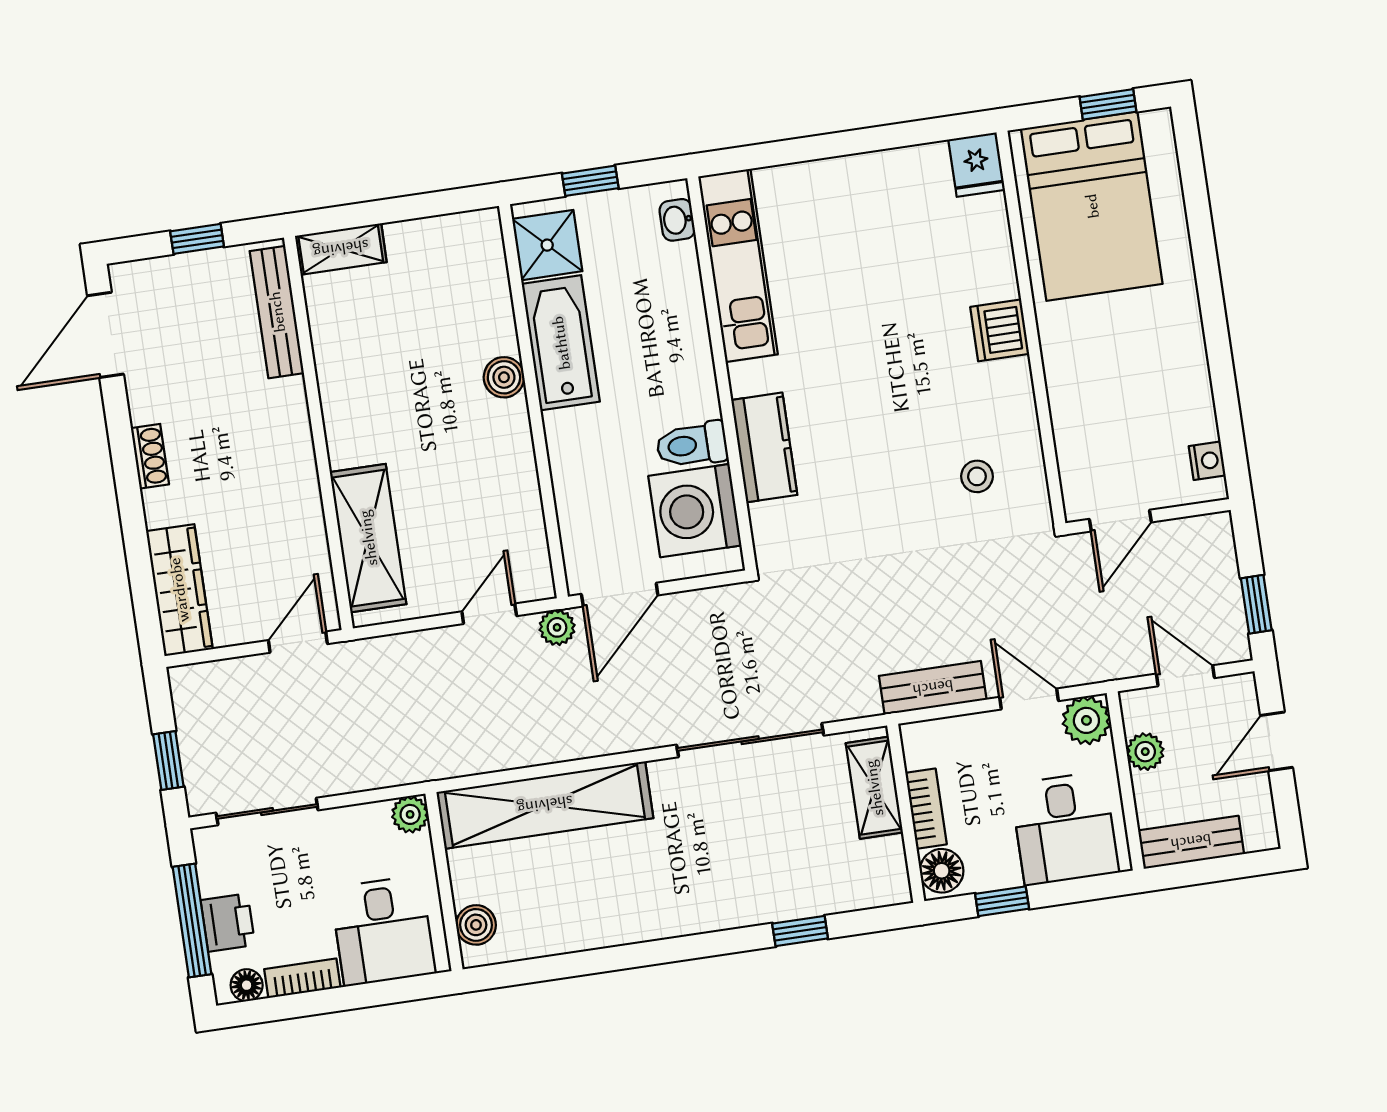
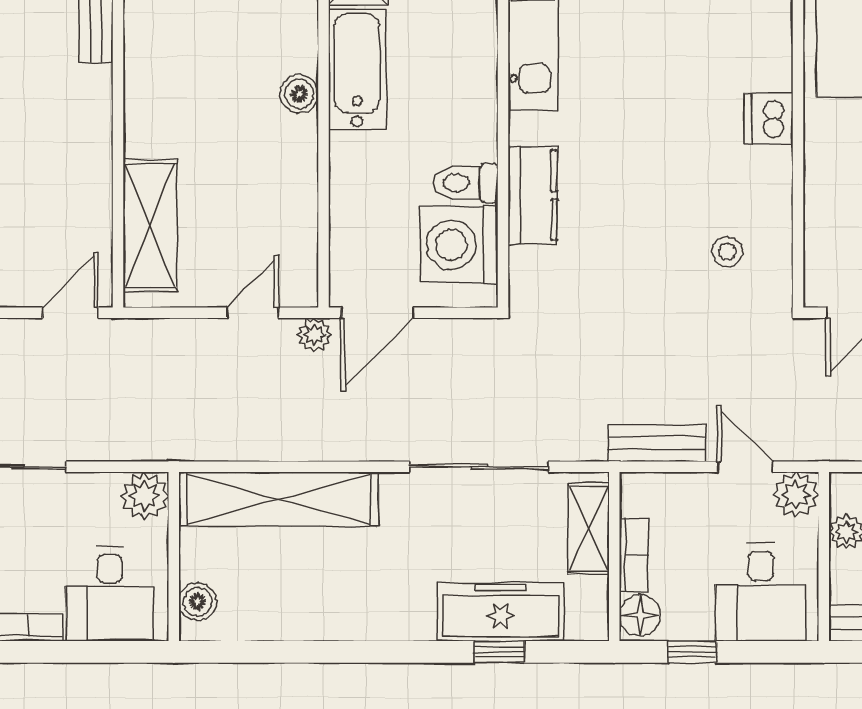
plant: (410, 814) -> (145, 496), width x1.38, depth x1.38
freezer: (795, 889) -> (501, 612), added

